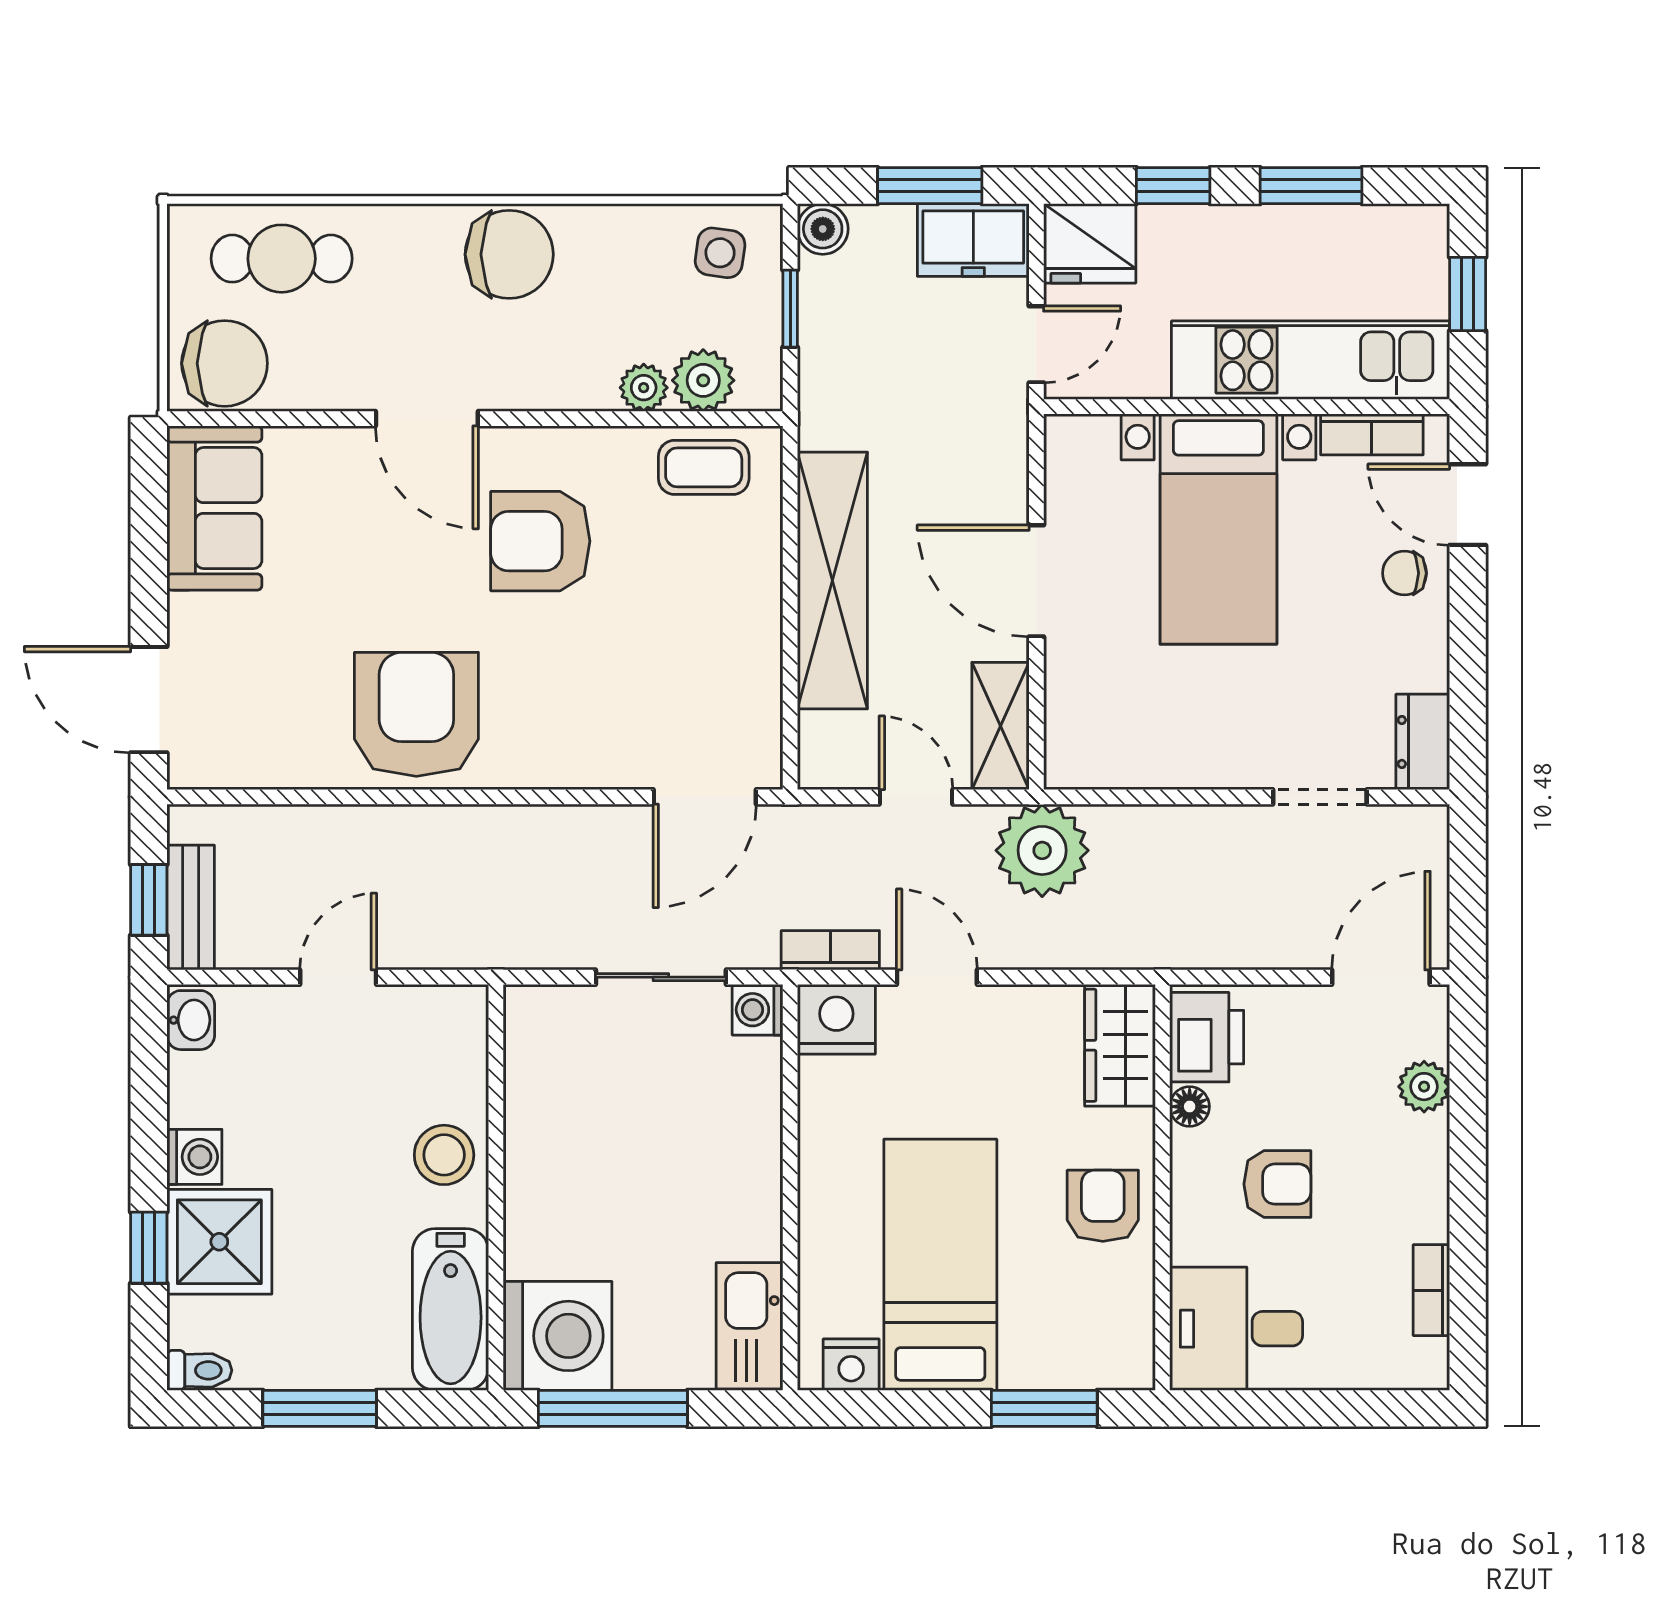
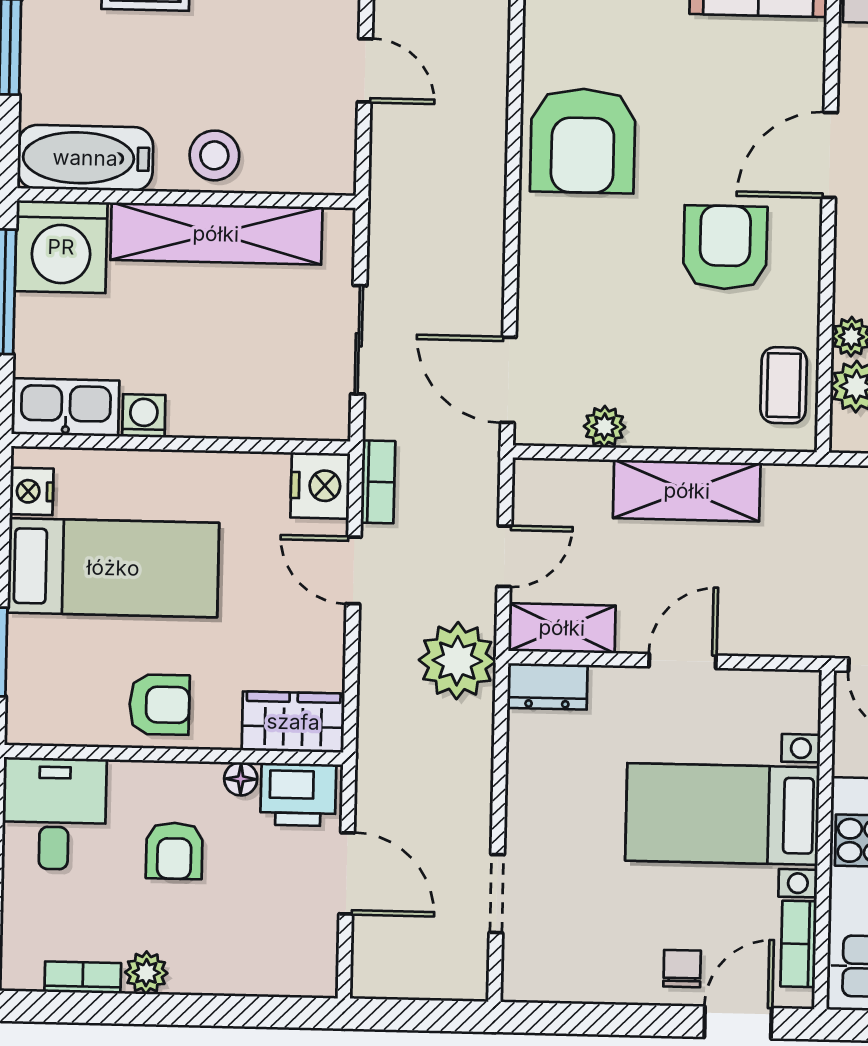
shelving: (832, 580) -> (687, 491), width x0.68
door: (1036, 581) -> (683, 661), width x0.73
plant: (758, 681) -> (605, 427), added
armchair: (416, 714) -> (583, 141), turned 90
dresser: (1423, 742) -> (547, 686), moved, turned 180
door: (937, 977) -> (354, 570), swing flipped
door: (1381, 977) -> (347, 873), moved
washing machine: (758, 1010) -> (144, 416), moved
plant: (1424, 1087) -> (146, 973), moved
shelving: (538, 1150) -> (216, 234), added

